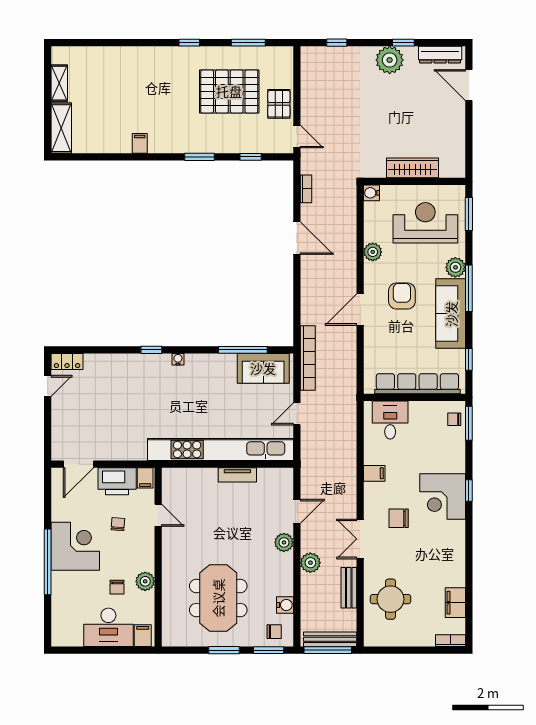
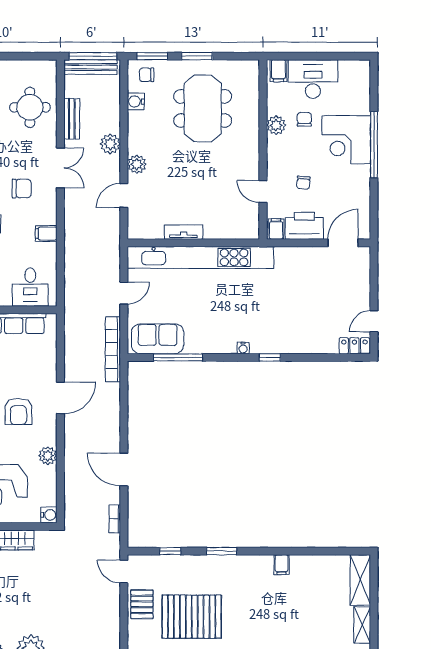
corner desk: (75, 546) -> (346, 140), moved

